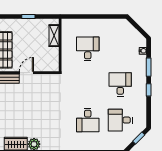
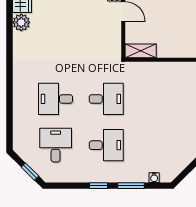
shelving: (54, 36) -> (141, 51), moved
desk: (88, 49) -> (106, 99), moved

